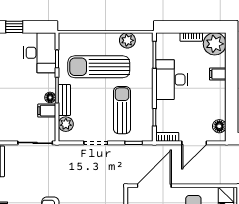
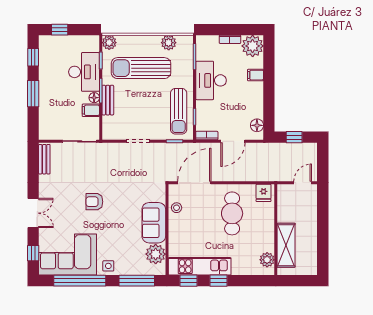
desk: (40, 53) -> (84, 72), moved
sun lounger: (122, 110) -> (179, 111), moved, turned 180
plant: (66, 124) -> (109, 43), moved

